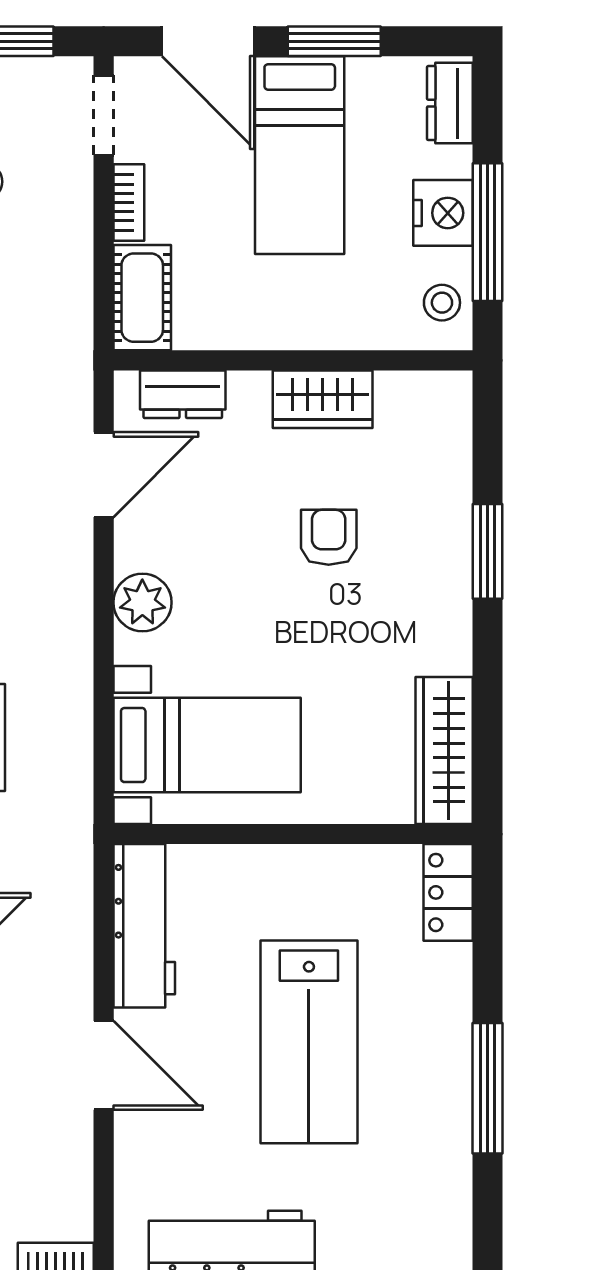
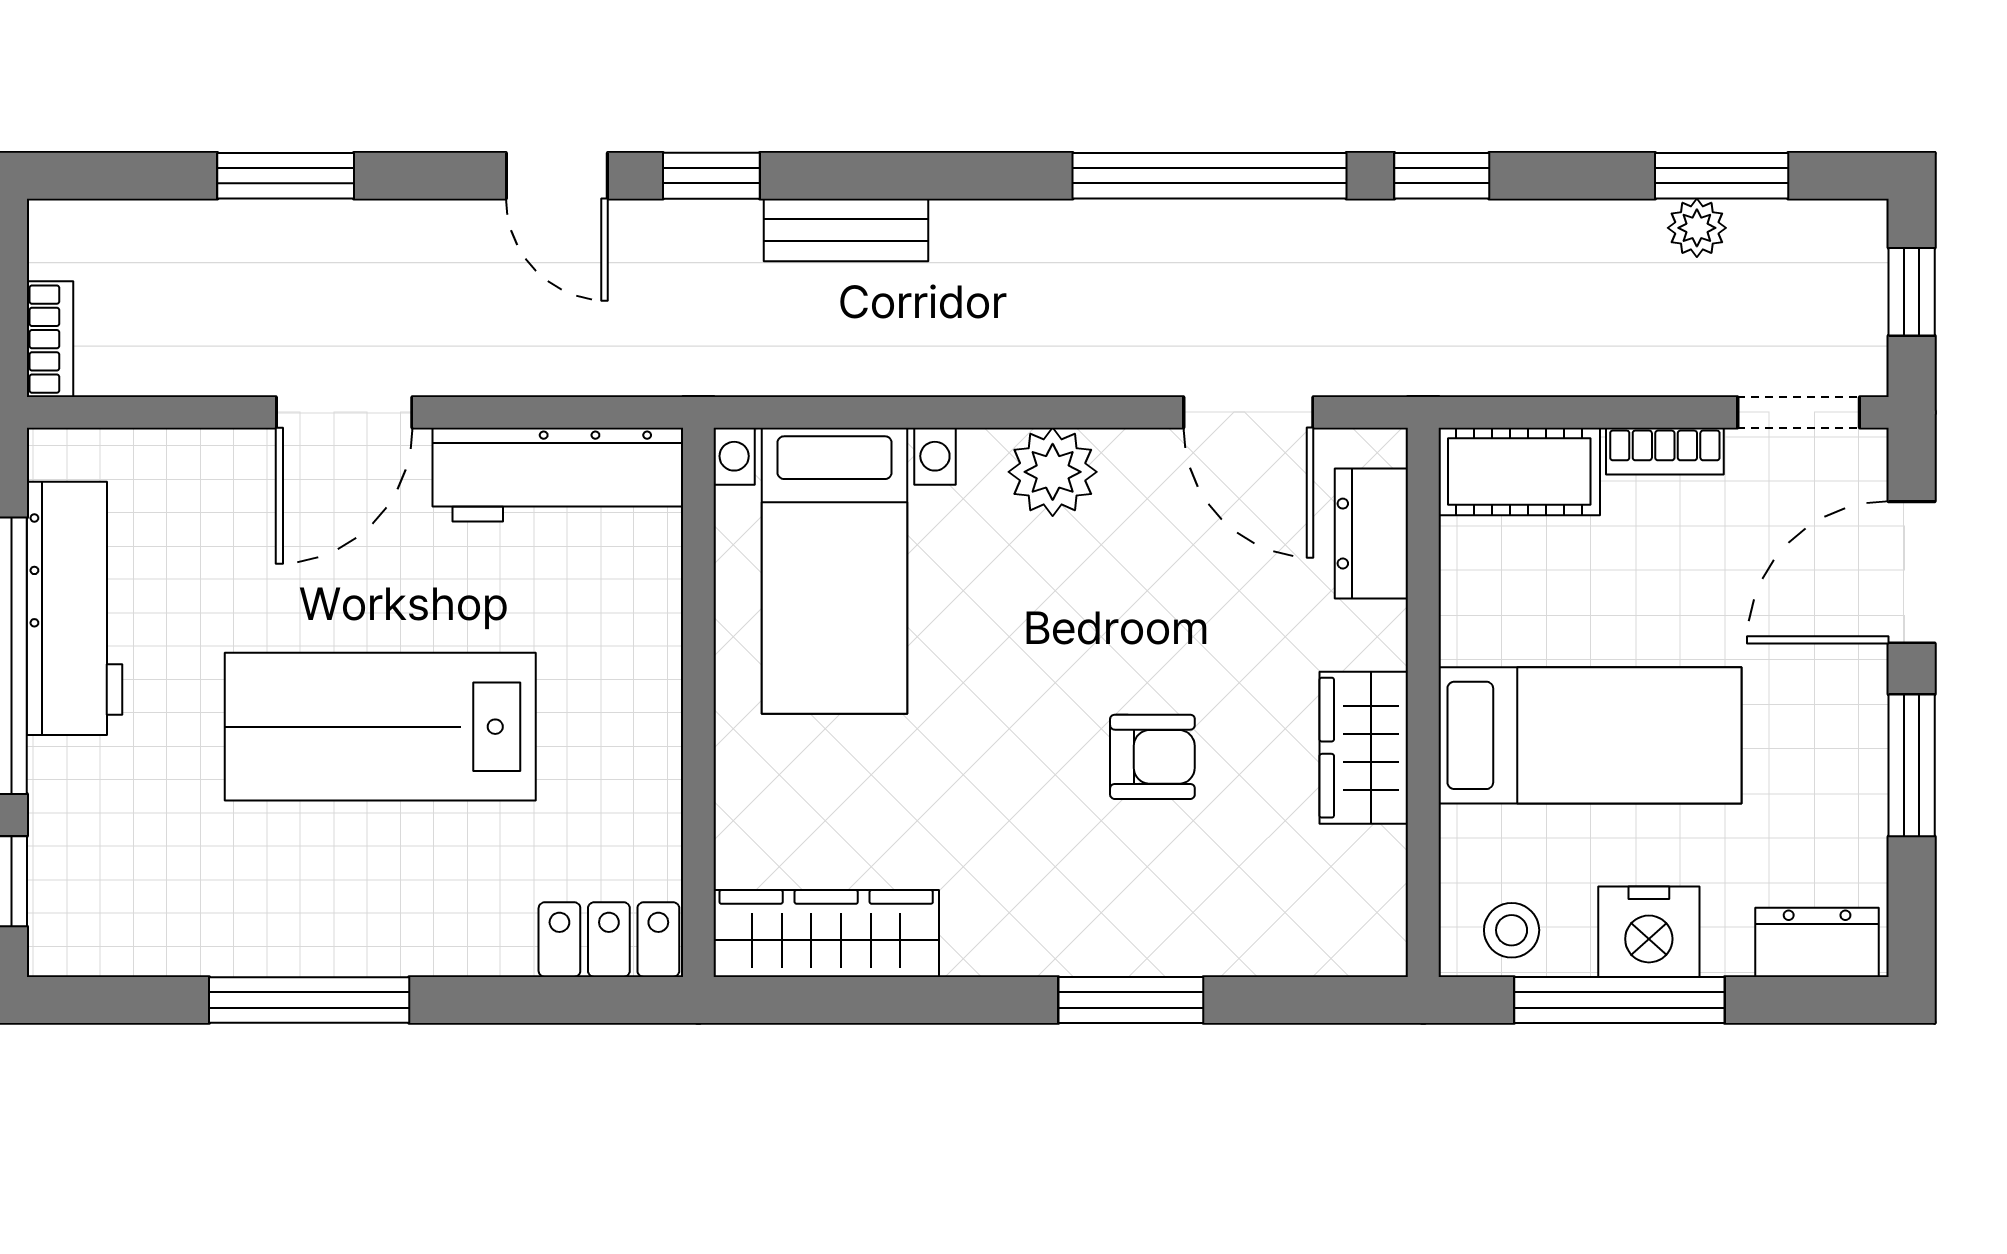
bed: (300, 155) -> (1590, 735), moved, turned 180

